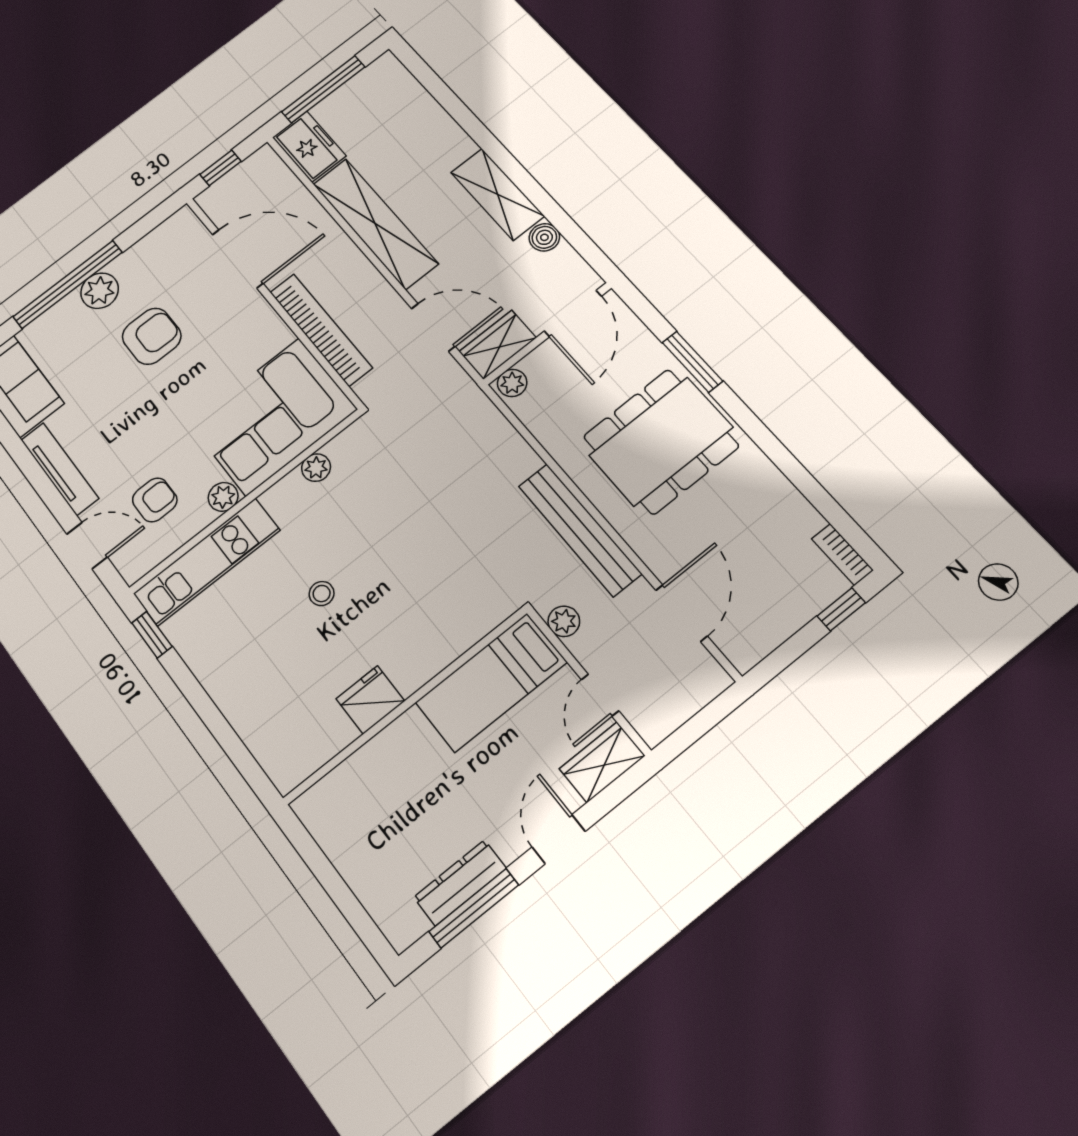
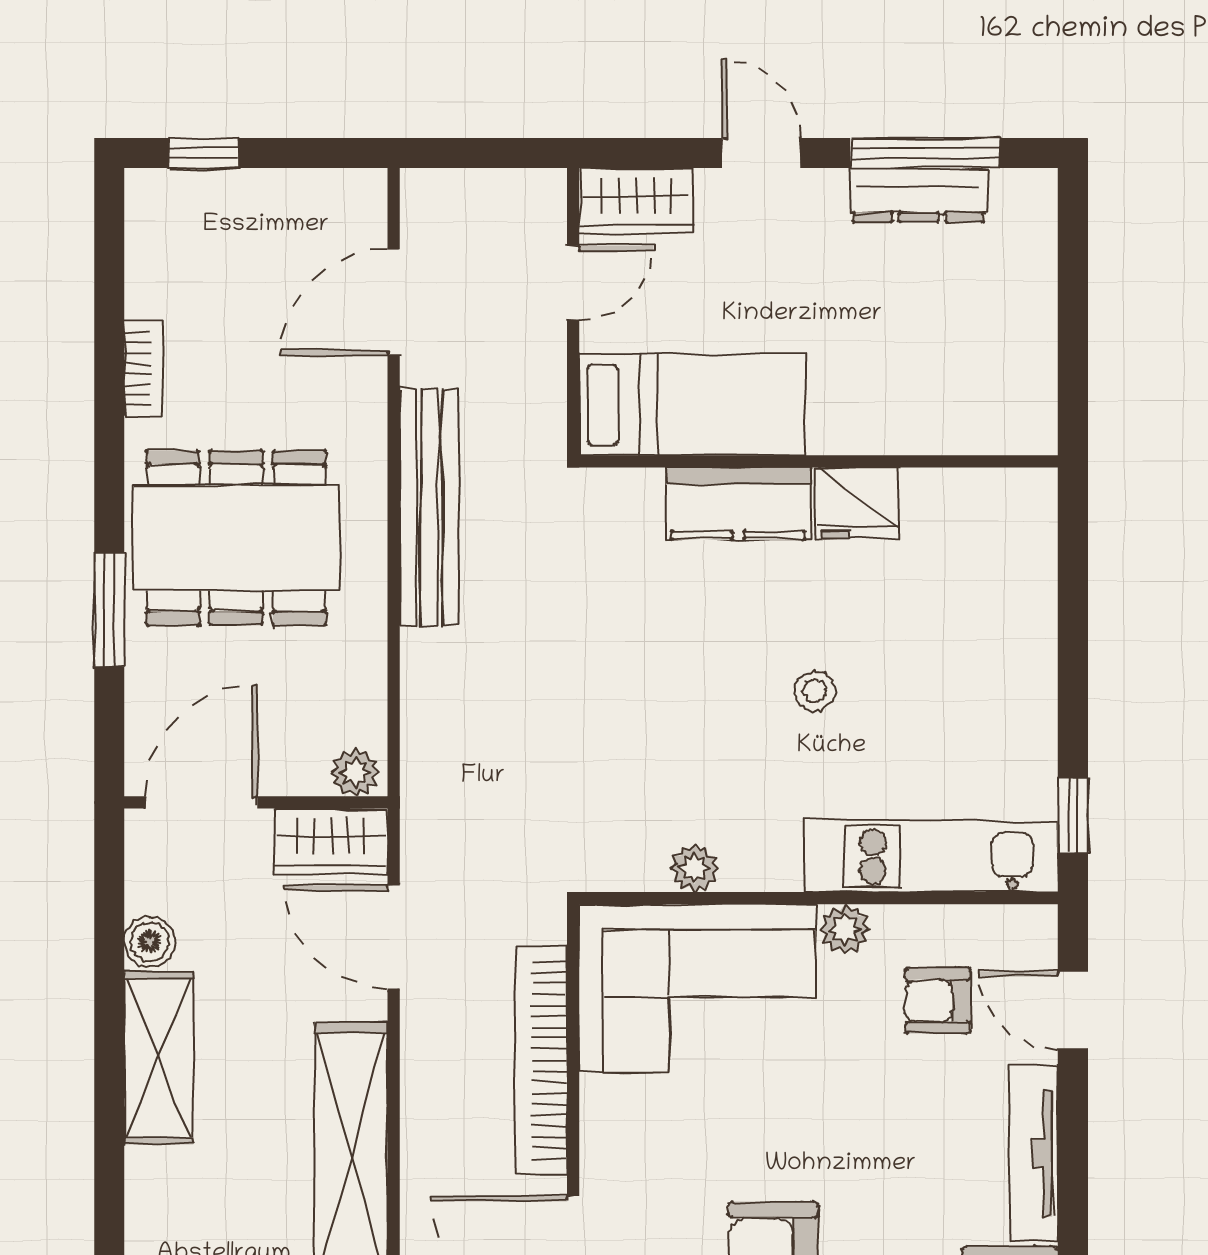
bookcase: (842, 554) -> (144, 368), moved
plant: (564, 621) -> (543, 408), removed
kitchen counter: (429, 653) -> (738, 503), added
door: (559, 839) -> (761, 153), swing flipped

